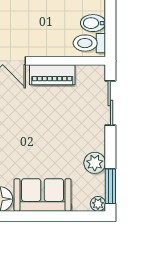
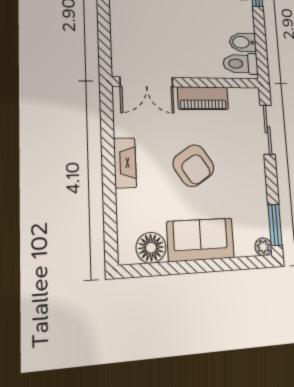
armchair: (40, 133) -> (193, 166), added
plant: (95, 163) -> (256, 198), removed

